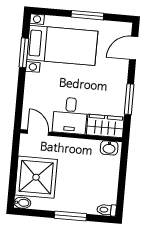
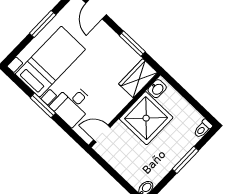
window: (24, 53) -> (43, 105), moved
desk: (70, 116) -> (72, 105), moved, turned 90
shower: (36, 177) -> (146, 118), moved

